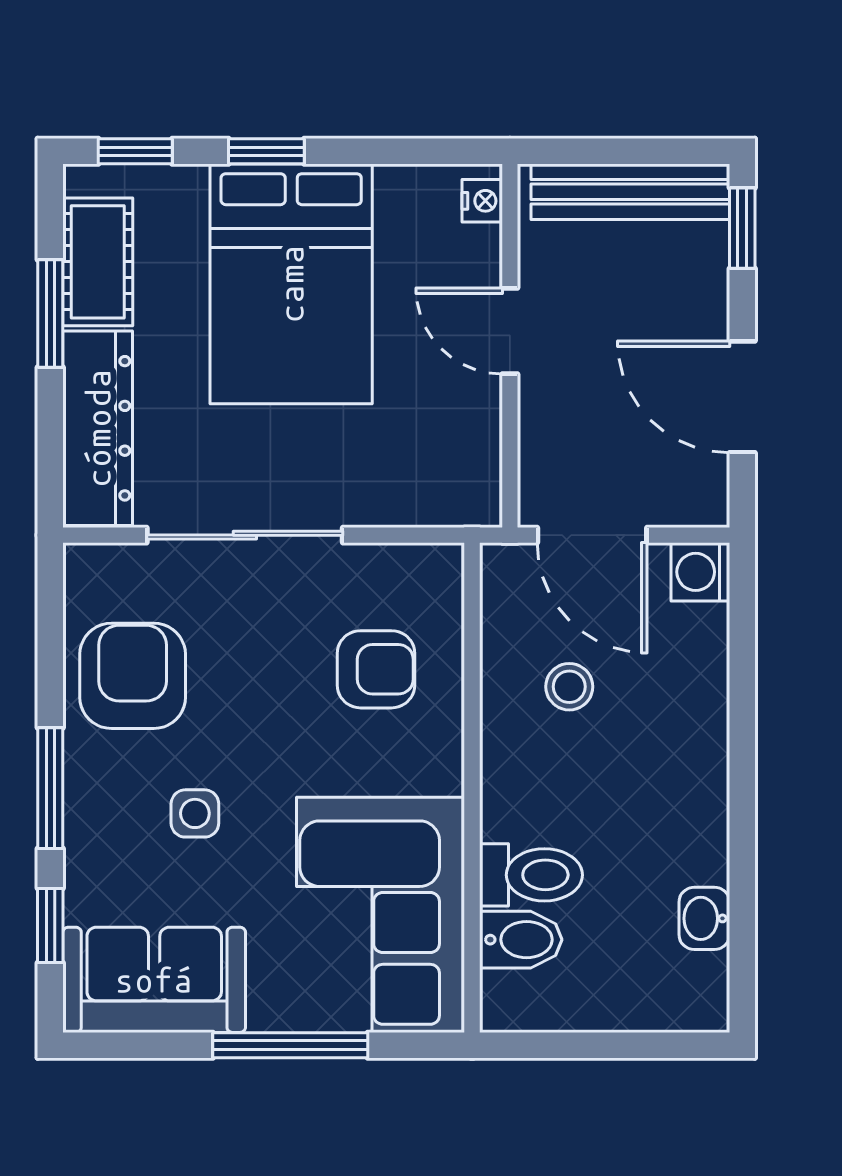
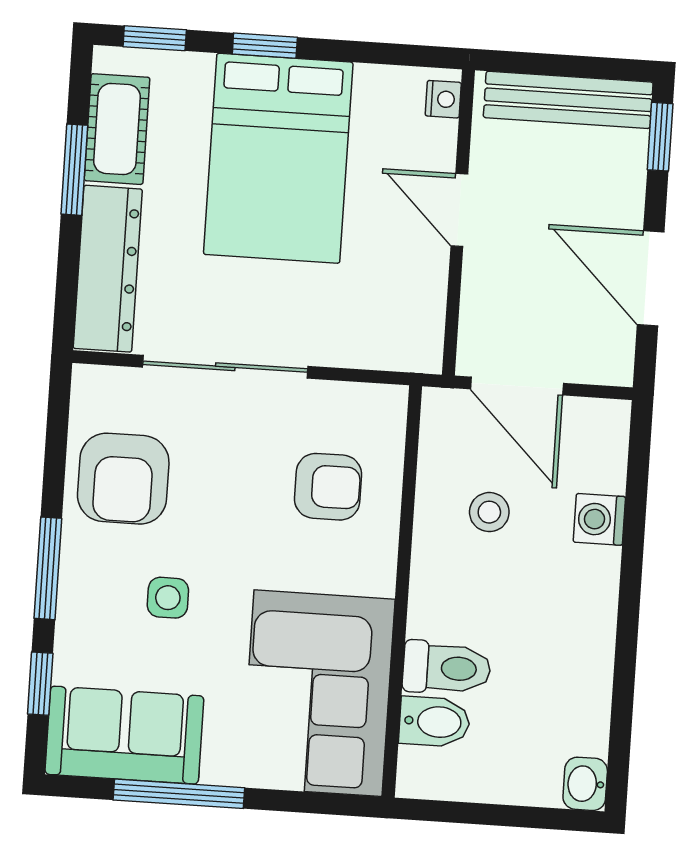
washing machine: (700, 572) -> (599, 519), moved
armchair: (133, 676) -> (123, 479), turned 180
washbasin: (704, 918) -> (585, 784), moved
window: (290, 1045) -> (179, 794), moved

